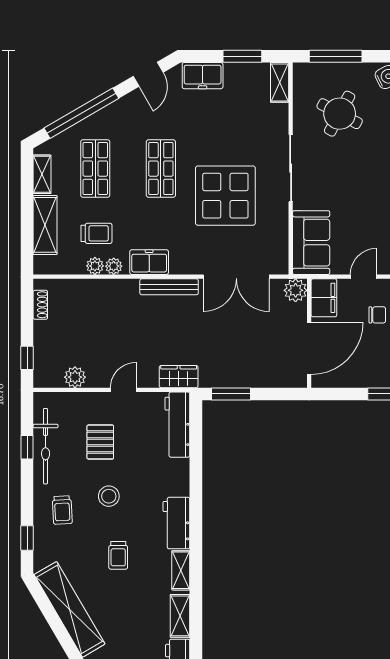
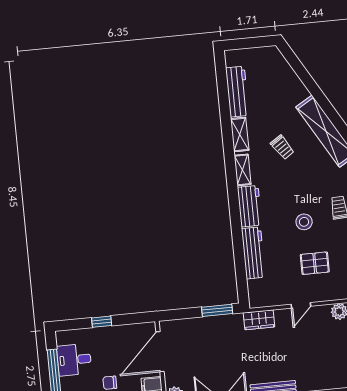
workbench: (177, 425) -> (253, 253), moved
pallet: (100, 442) -> (315, 263), turned 90
trolley: (118, 555) -> (282, 147), moved, turned 146

